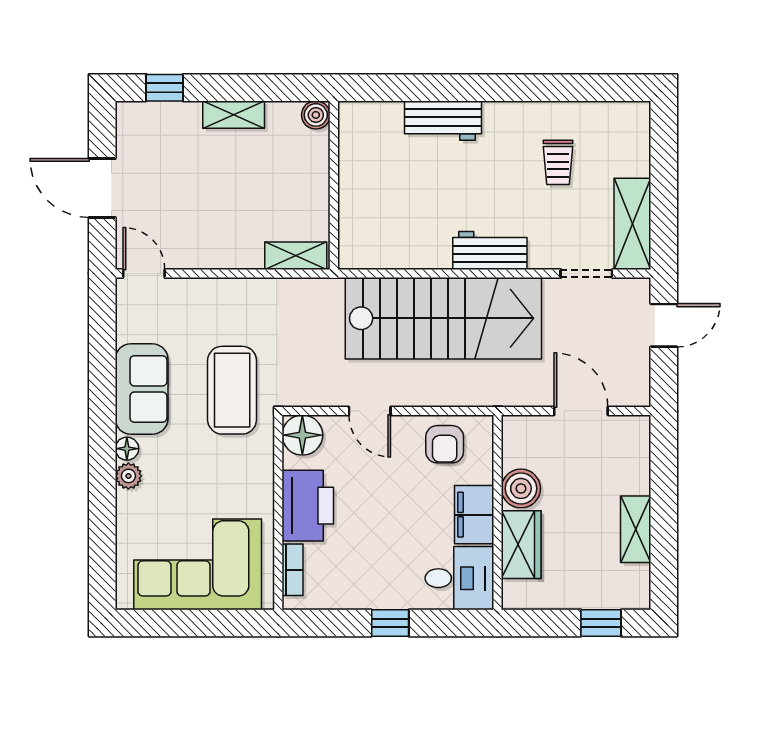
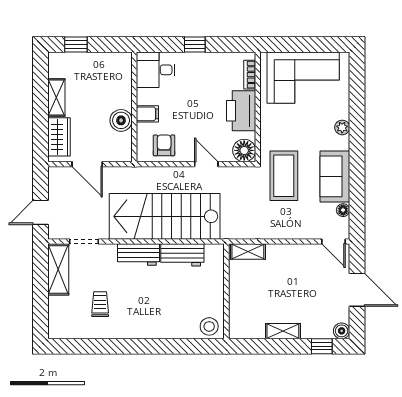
boiler: (316, 115) -> (342, 331), moved
workbench: (443, 121) -> (182, 255), moved, turned 180
stool: (365, 123) -> (209, 326), added
floor lamp: (127, 449) -> (343, 210), moved
filing cabinet: (474, 515) -> (147, 114), width x0.50
wardrobe: (521, 545) -> (59, 137), moved, turned 180

